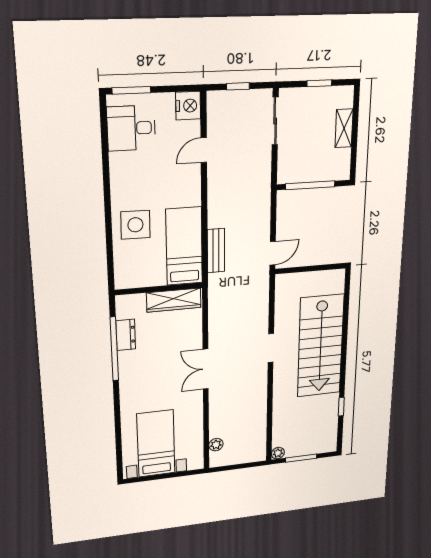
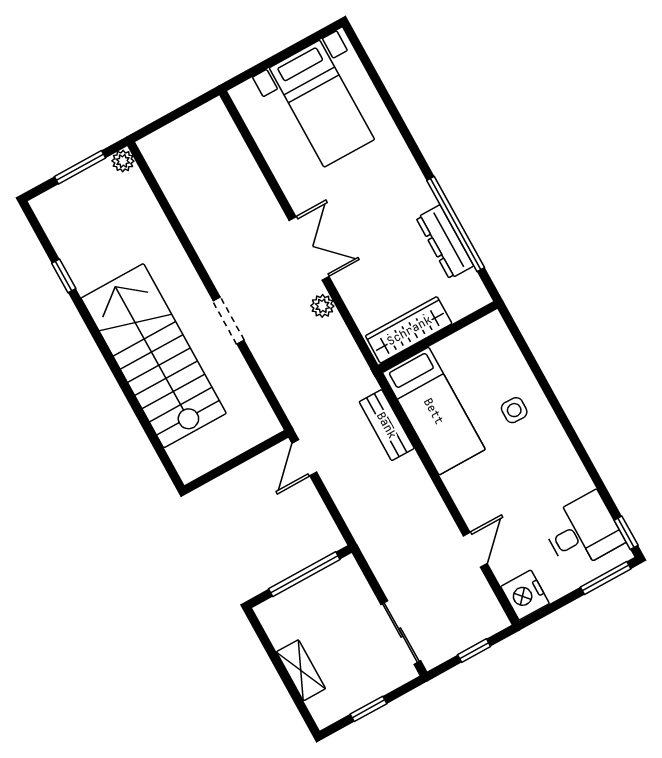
window: (103, 113) -> (626, 533), added
side table: (135, 225) -> (514, 410), width x0.54, depth x0.54
dresser: (126, 335) -> (445, 242), width x1.44
plant: (216, 445) -> (322, 306), moved

